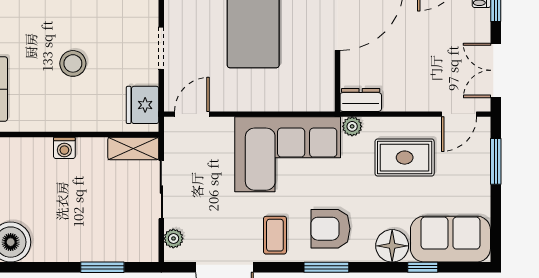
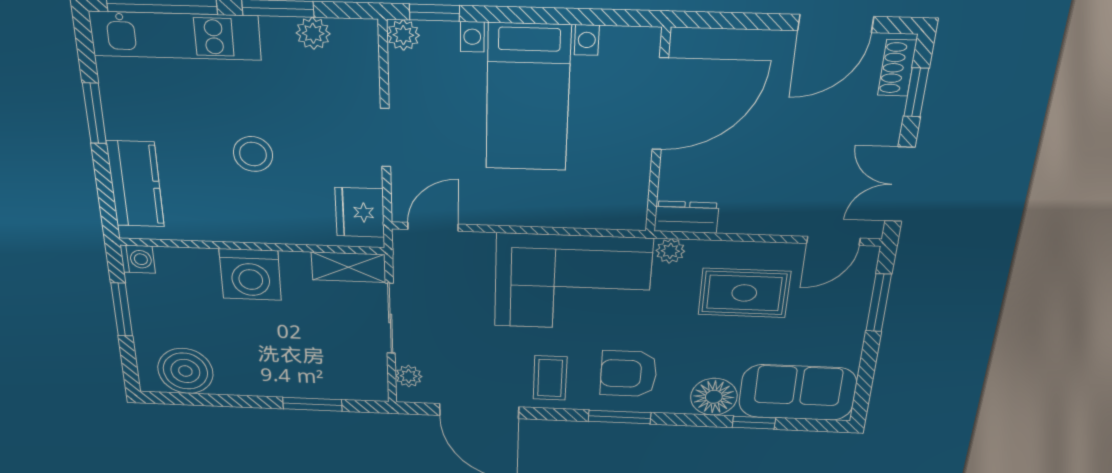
washing machine: (64, 148) -> (250, 275), width x1.89, depth x1.89

